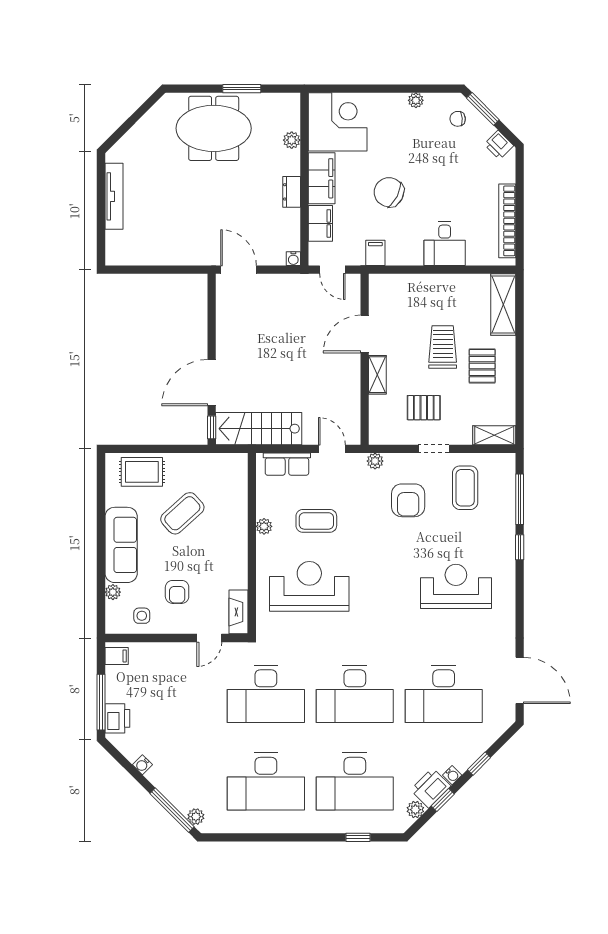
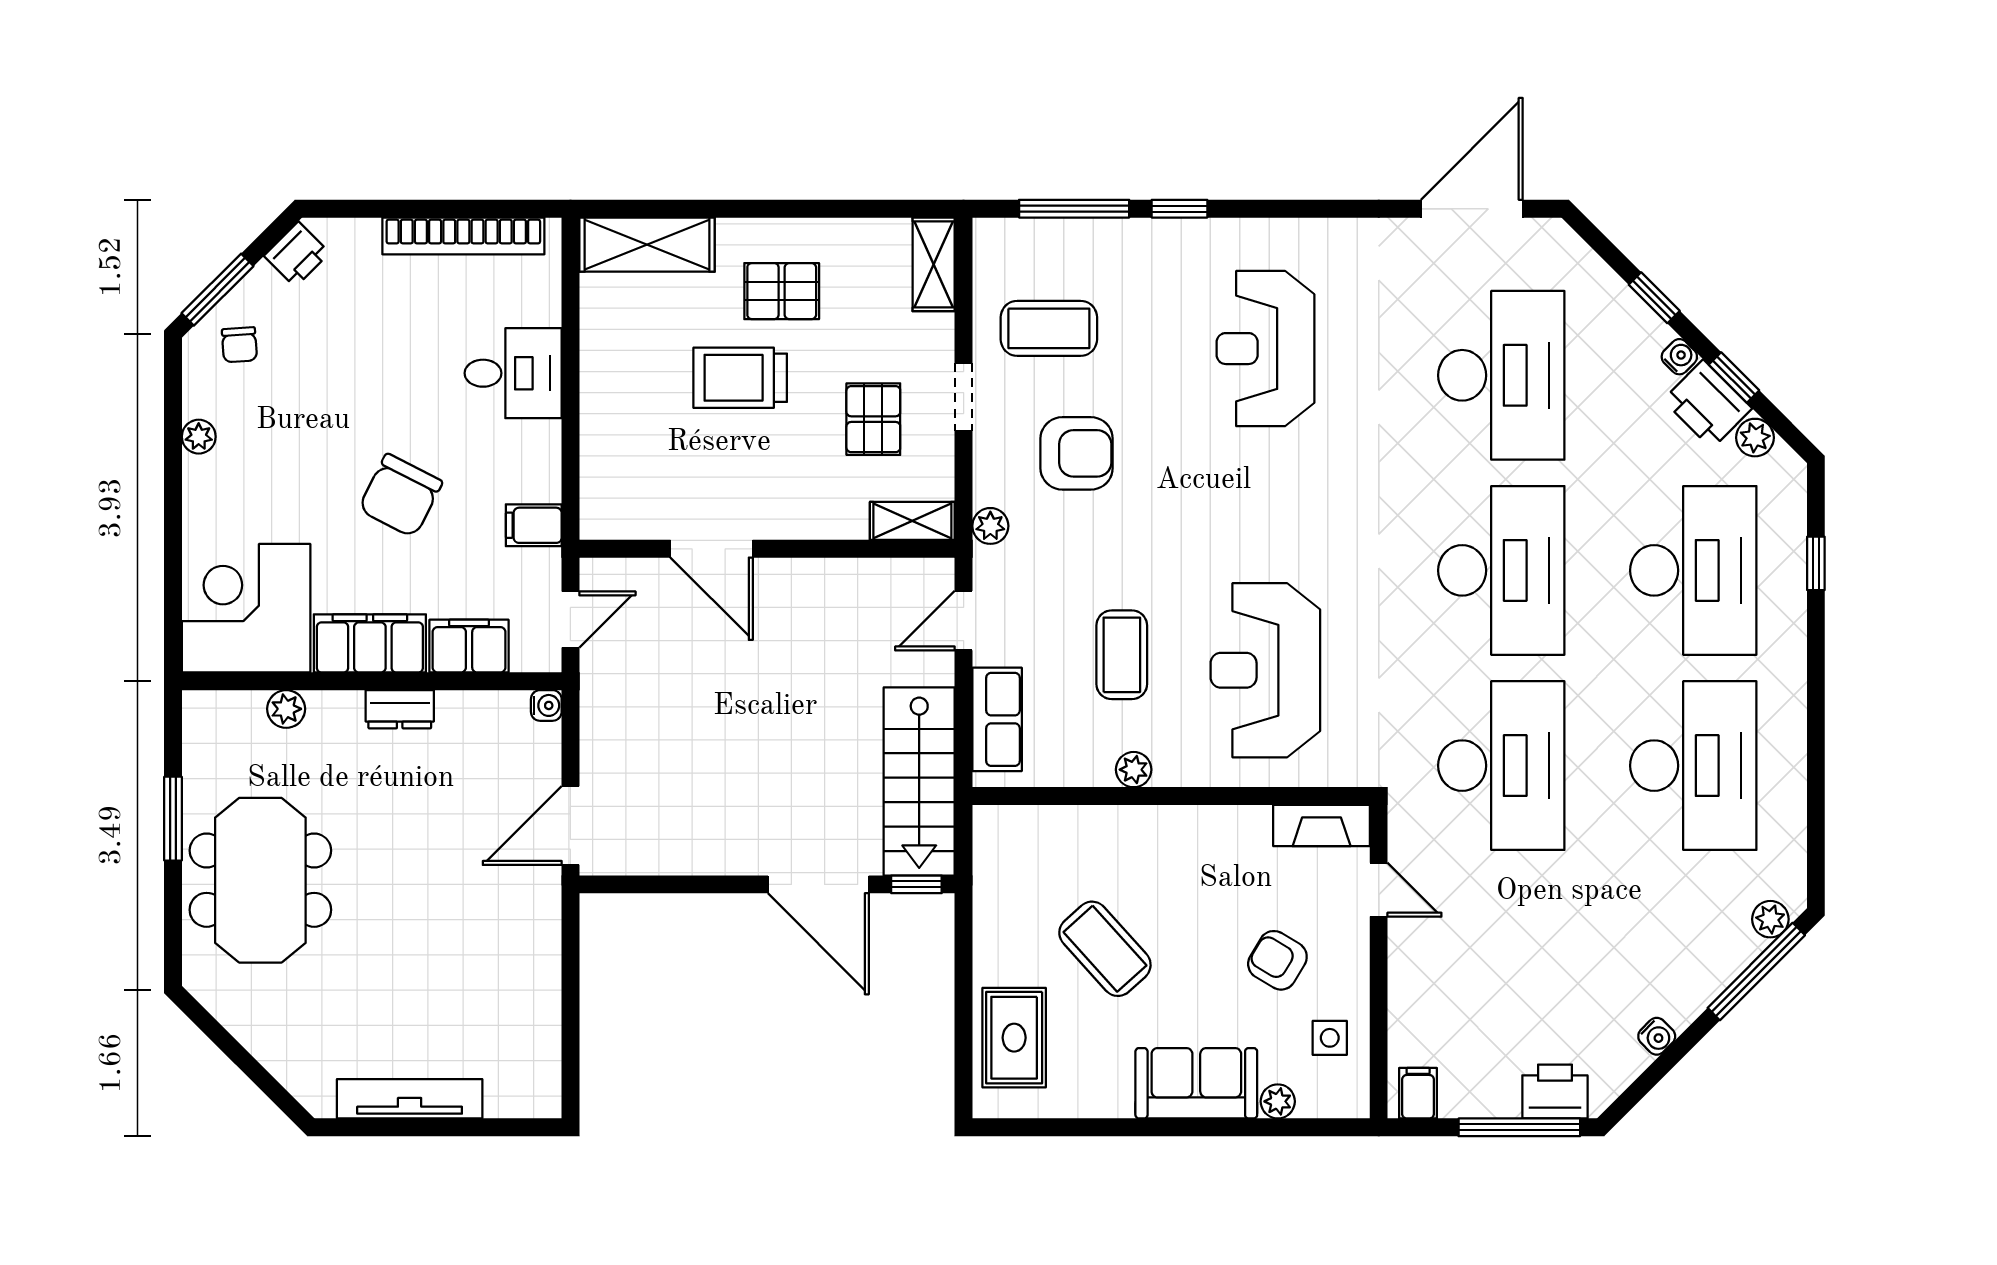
shelving: (377, 375) -> (912, 521), moved
sofa: (121, 545) -> (1196, 1083), width x0.73
armchair: (177, 592) -> (1277, 960), turned -149

